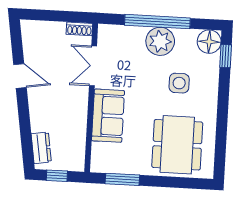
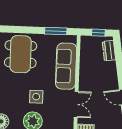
side table: (179, 83) -> (36, 97), moved
sofa: (108, 116) -> (66, 66), width x1.36

